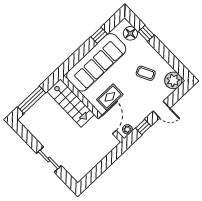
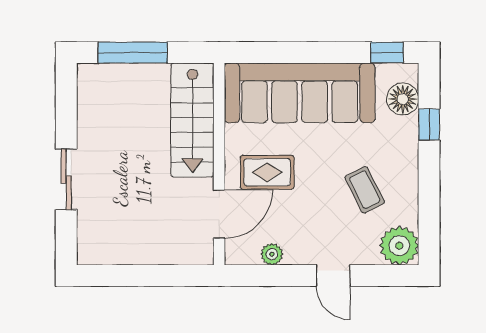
window: (99, 35) -> (387, 53), moved
window: (143, 127) -> (275, 276), removed
plant: (127, 129) -> (272, 254), moved

